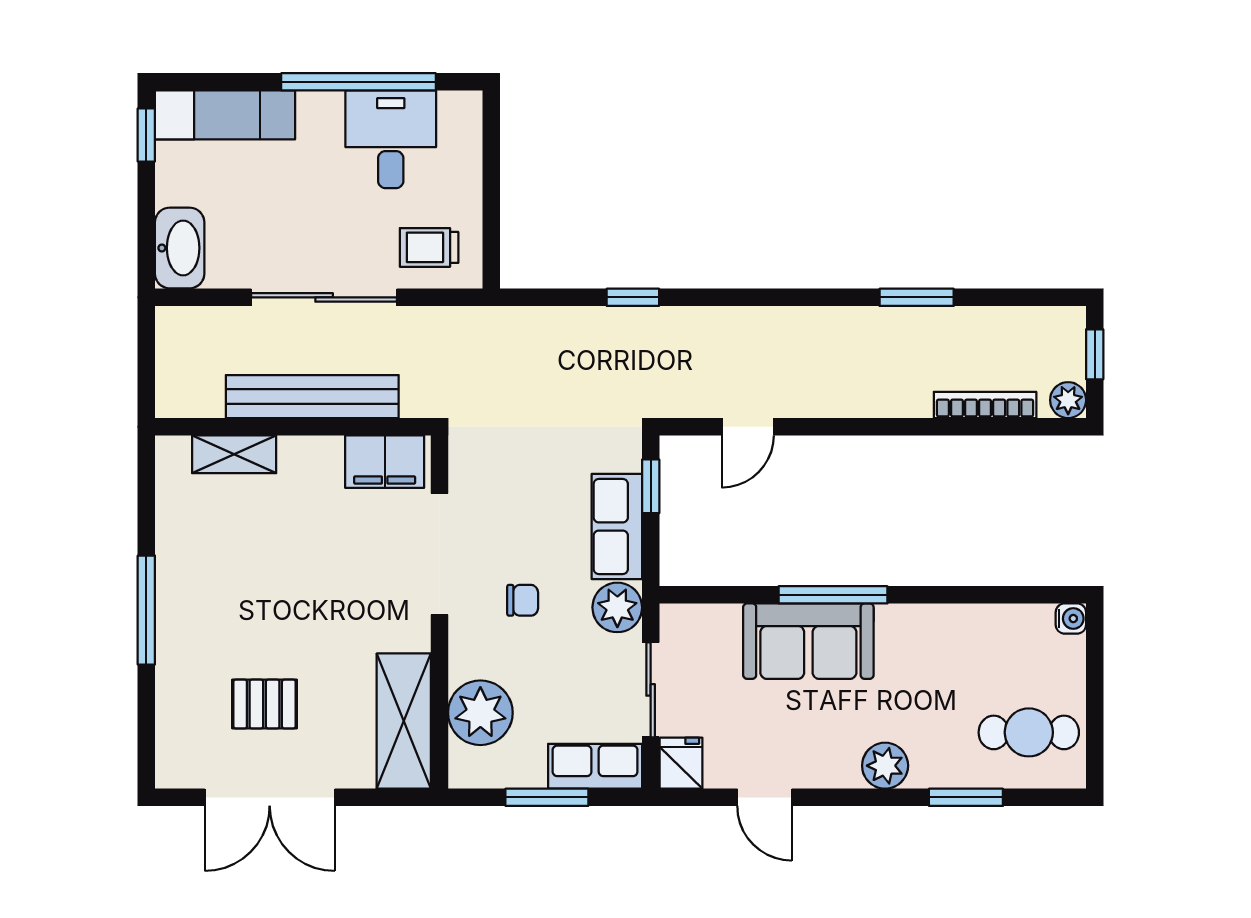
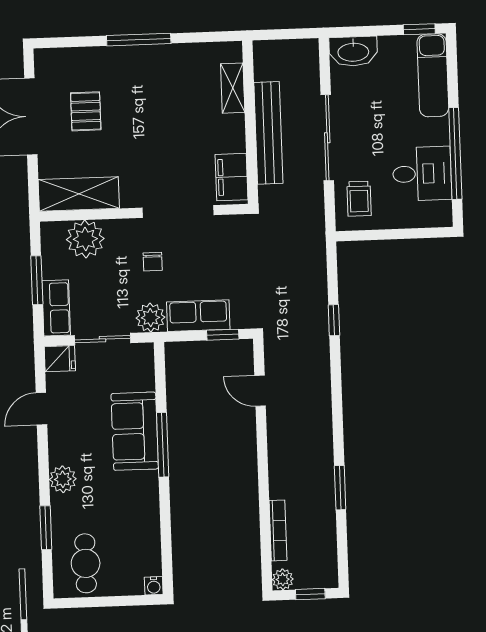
trolley: (429, 247) -> (359, 199), turned 180

